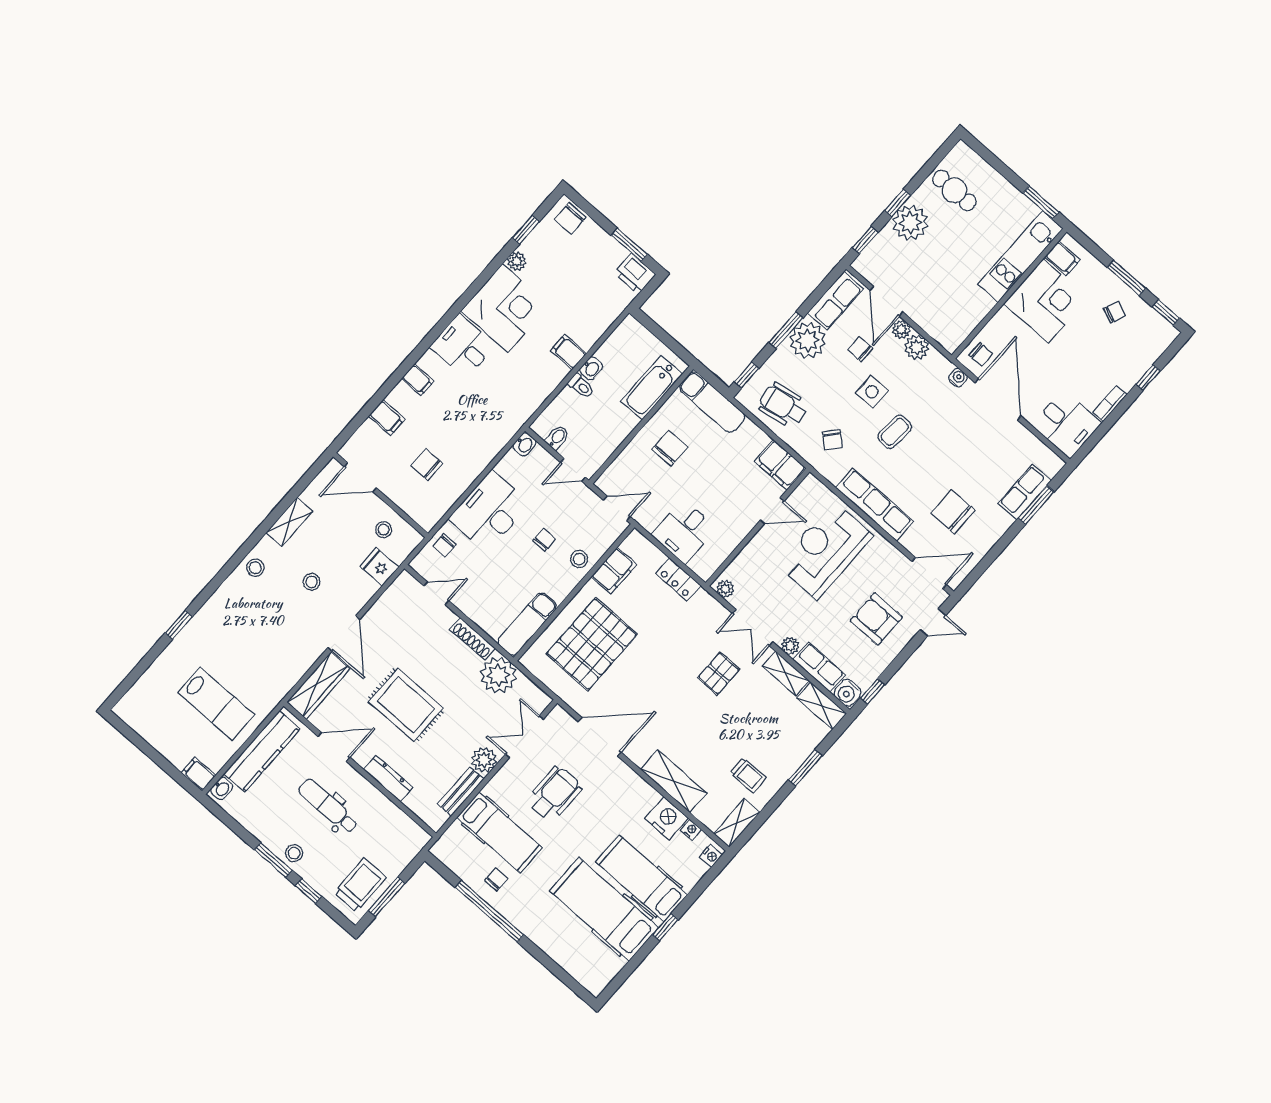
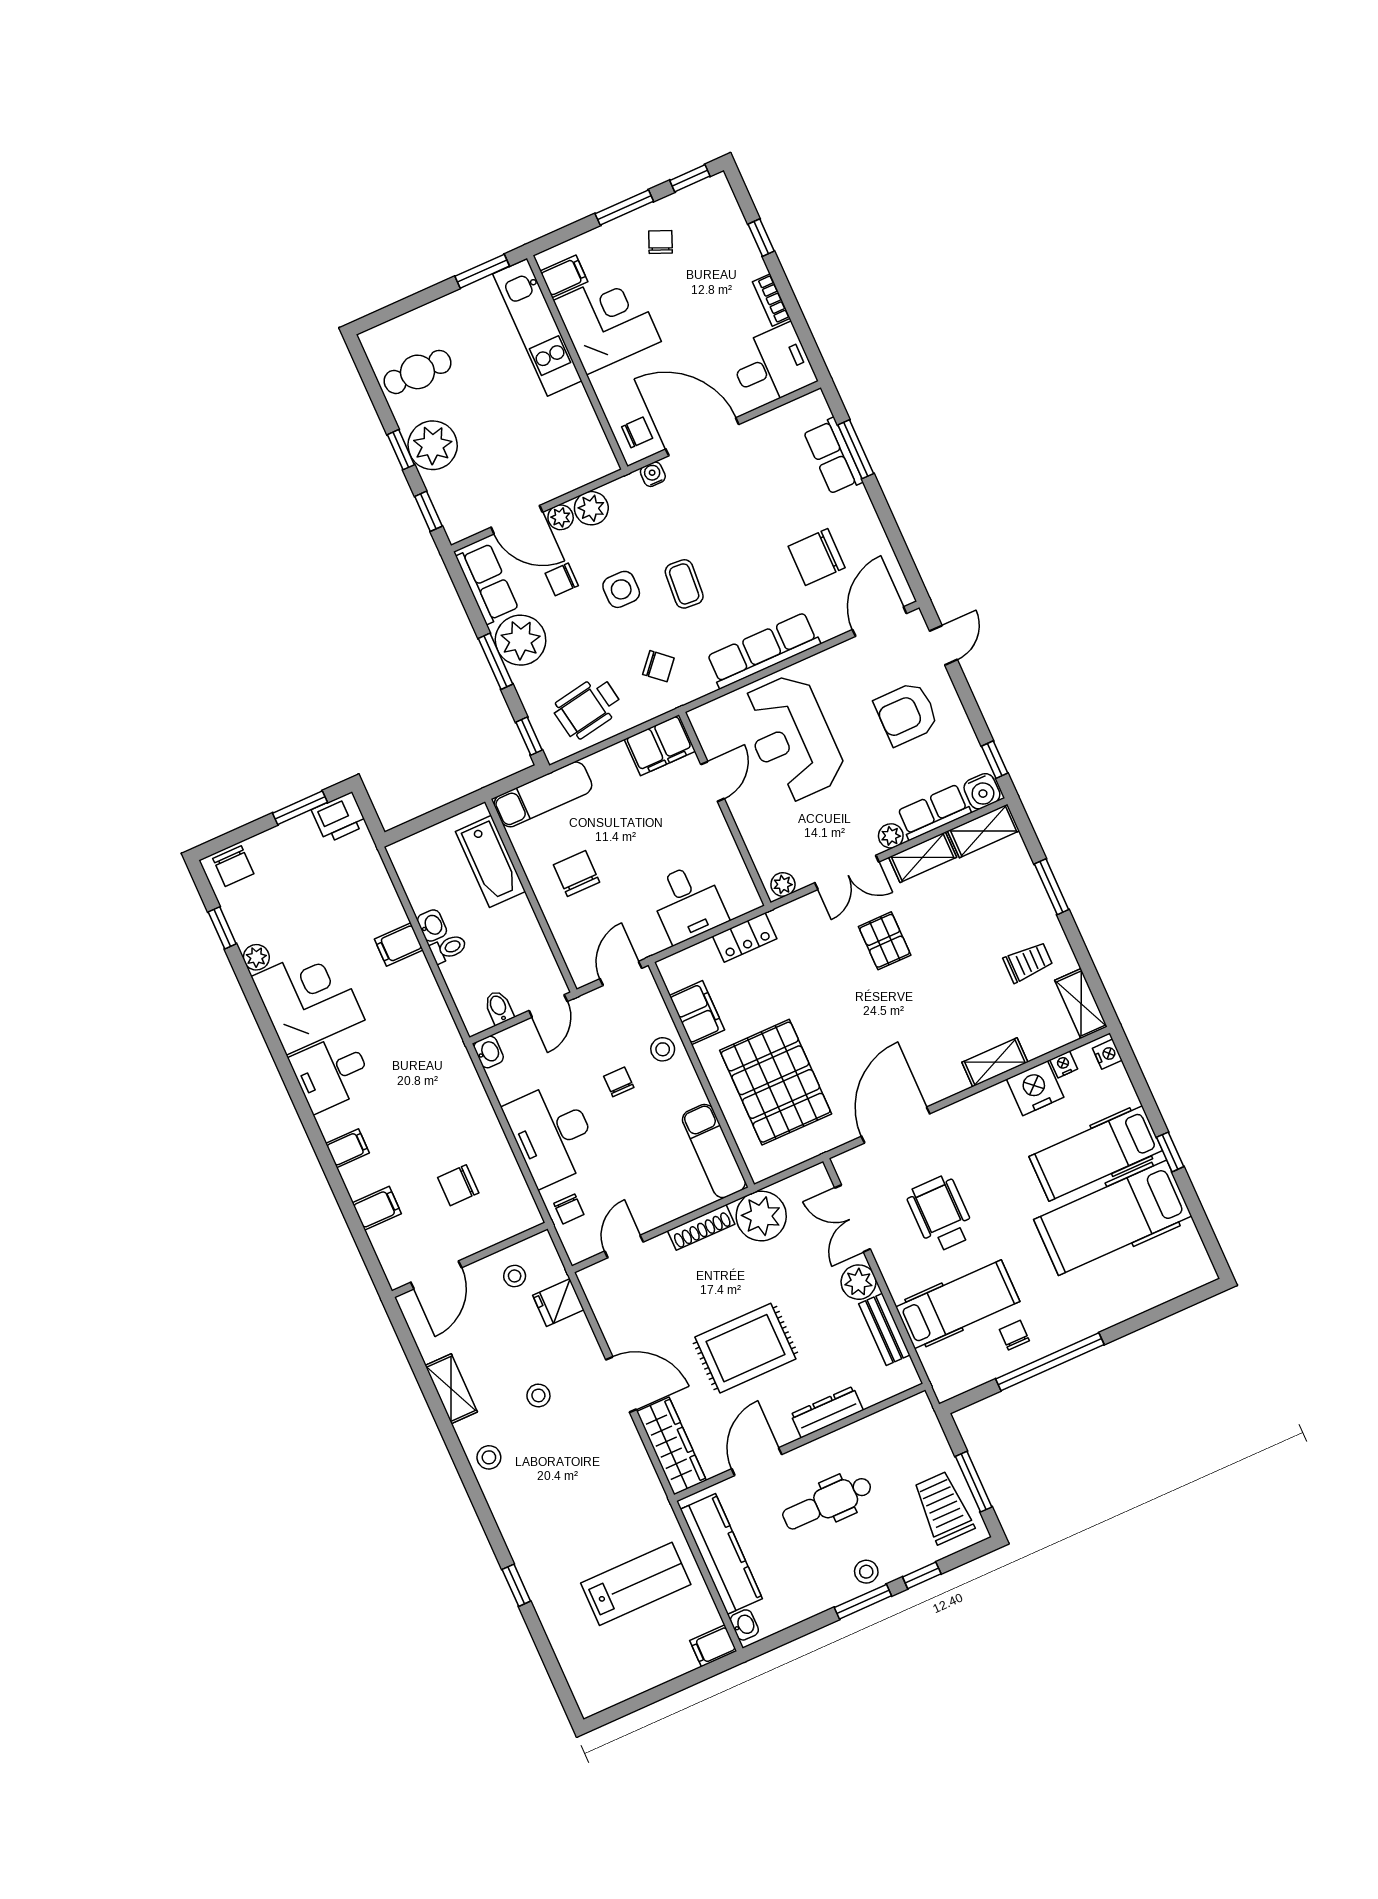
shelving: (674, 781) -> (995, 1062), width x0.67, depth x0.75

